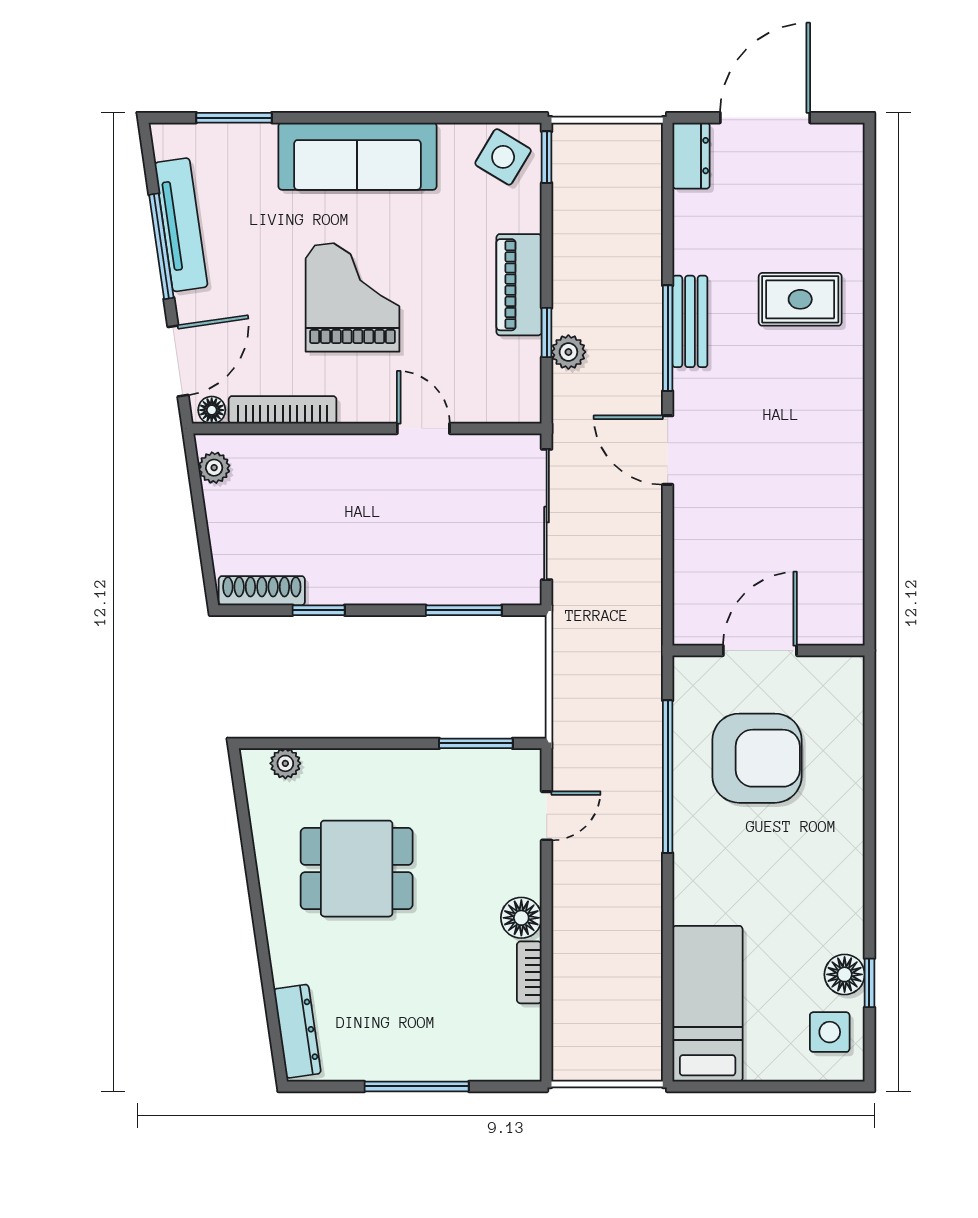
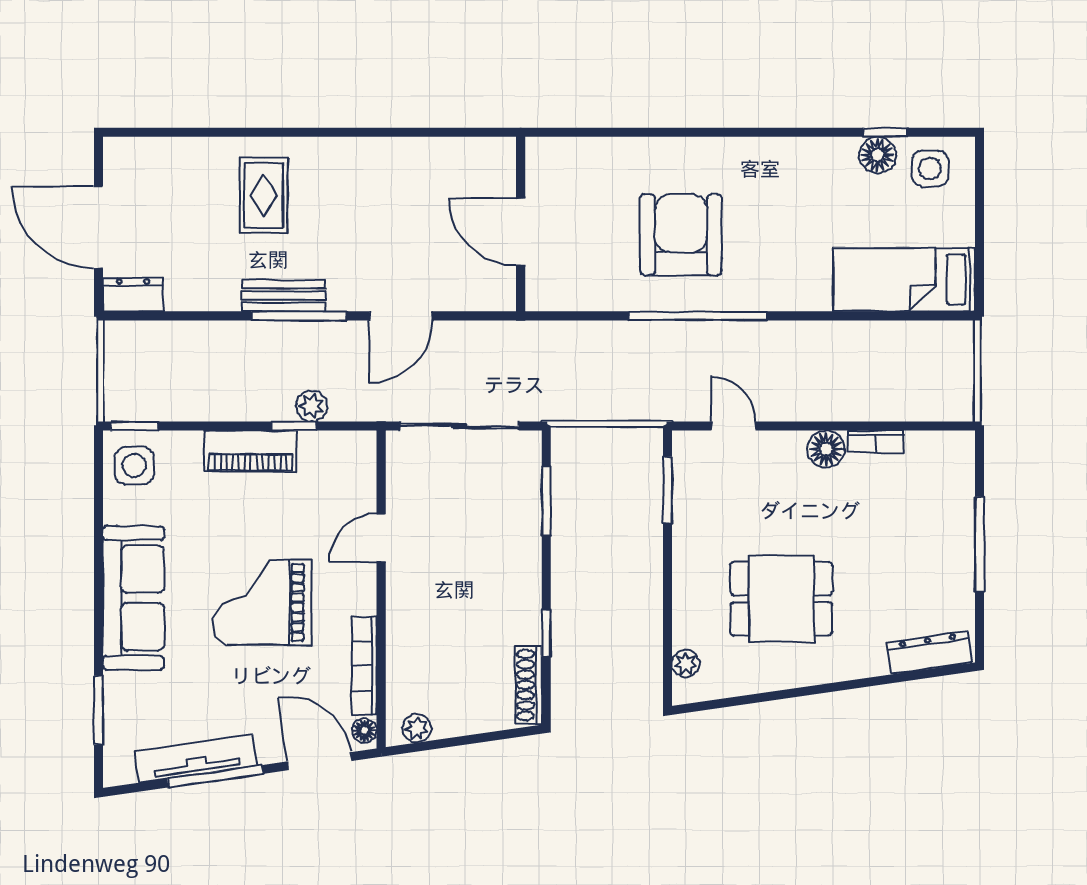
side table: (503, 157) -> (134, 466), turned -31
door: (760, 651) -> (521, 232), moved
wall: (769, 651) -> (521, 224), moved
dining table: (357, 869) -> (781, 599), turned 90

